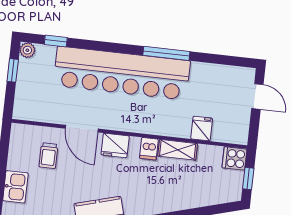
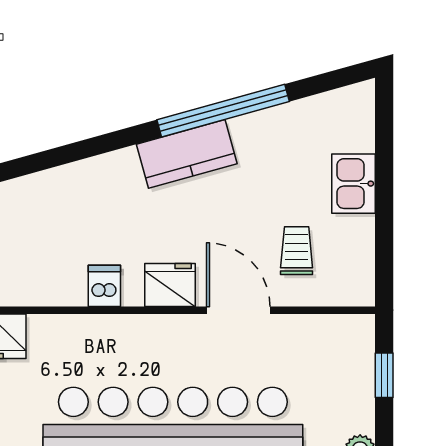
window: (13, 70) -> (384, 375), moved
shelving: (178, 150) -> (49, 290), removed

